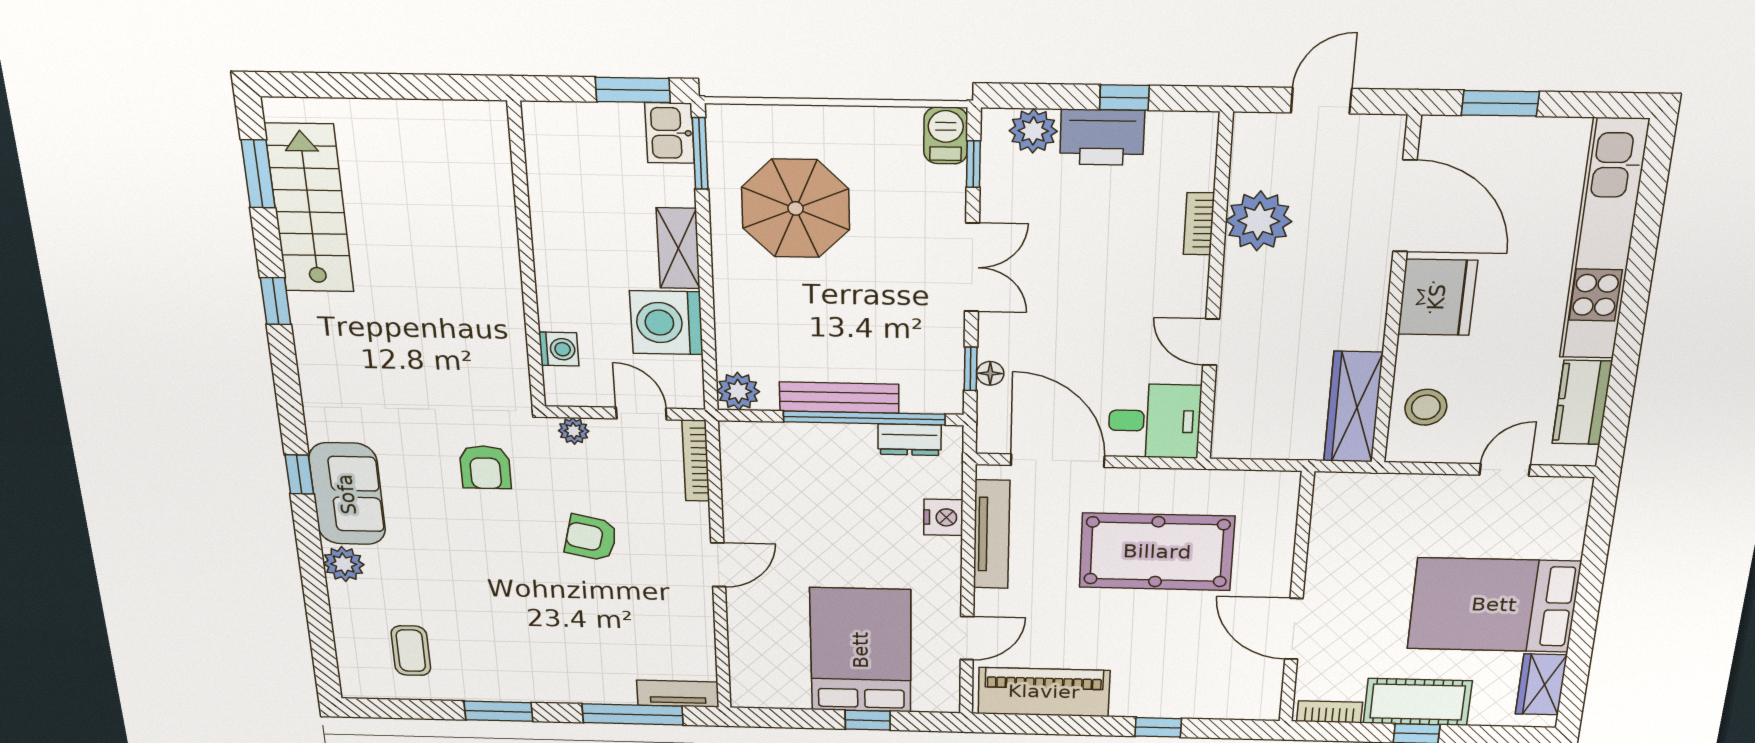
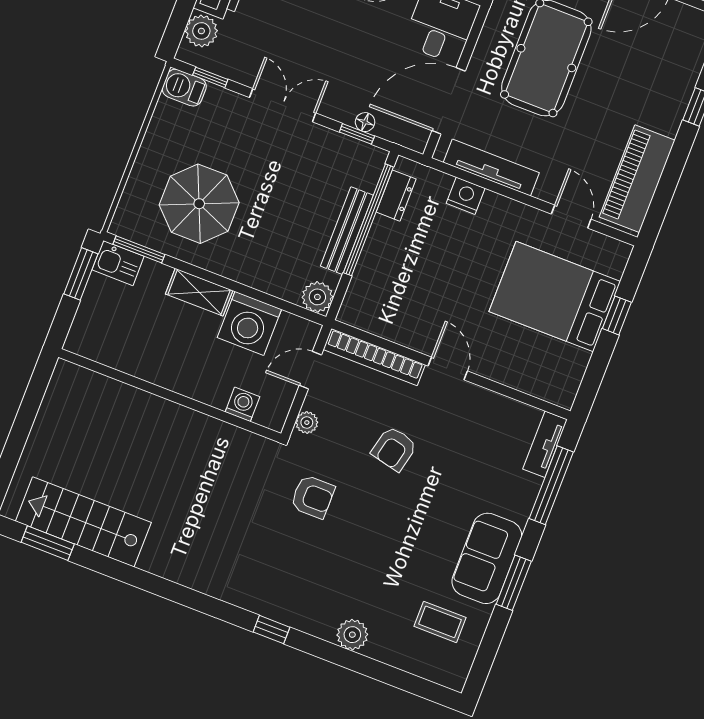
window: (276, 301) -> (139, 578), removed
bookcase: (696, 461) -> (374, 357), width x1.48, depth x1.31
sofa: (347, 494) -> (487, 558), moved, turned -90

